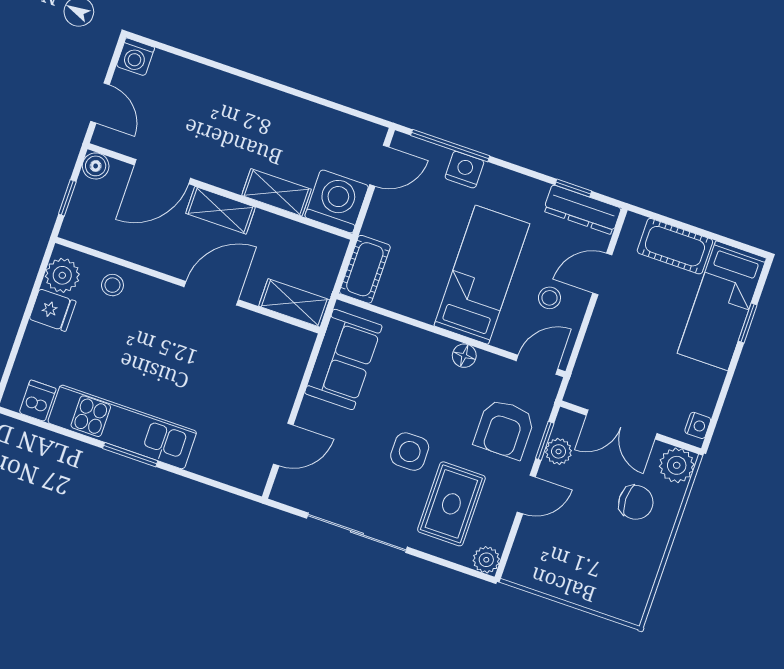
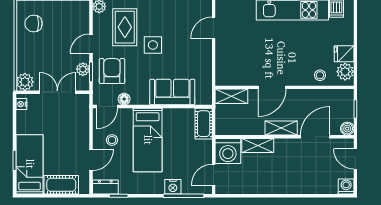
dresser: (582, 210) -> (105, 187), width x0.70
floor lamp: (464, 356) -> (124, 99), moved
sofa: (343, 359) -> (172, 92), moved, turned 90
chair: (636, 502) -> (34, 24), moved

